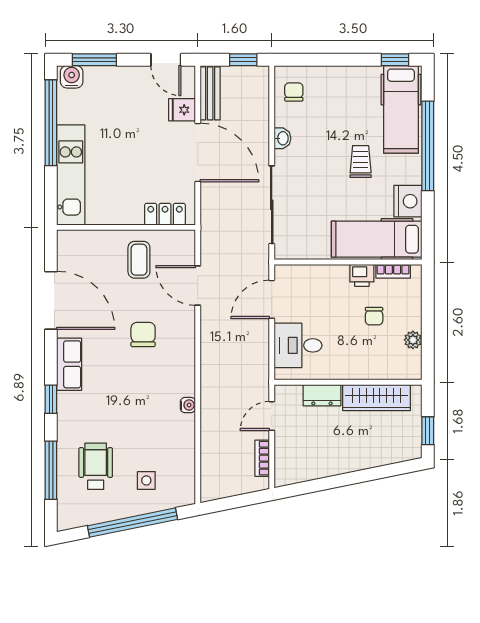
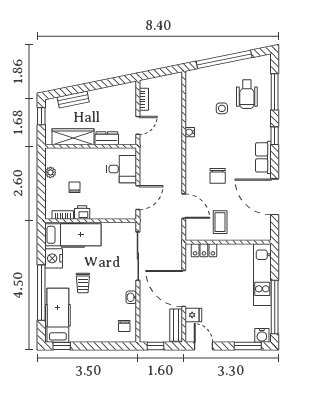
bench: (376, 458) -> (73, 100), added
side table: (146, 480) -> (222, 108), moved

